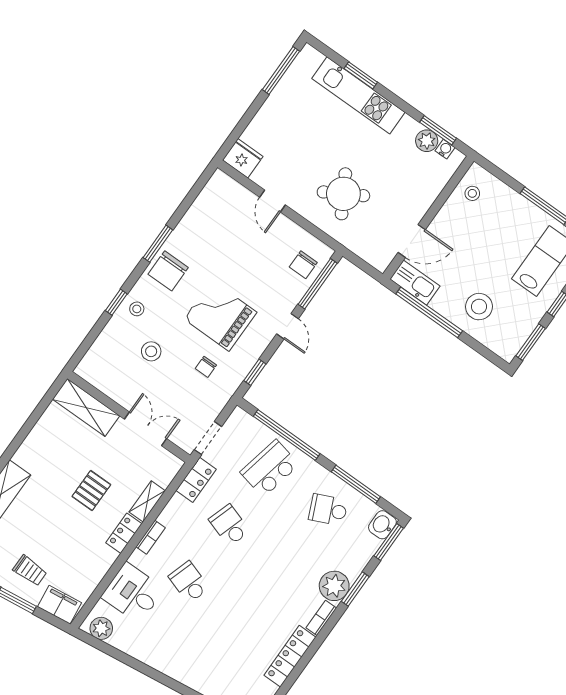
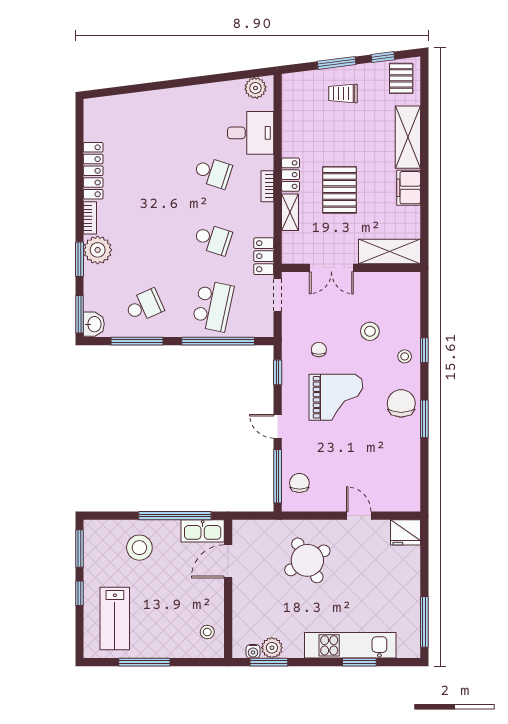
pallet: (91, 491) -> (339, 190), width x1.50, depth x1.42
filing cabinet: (59, 605) -> (409, 188), moved, turned 97

